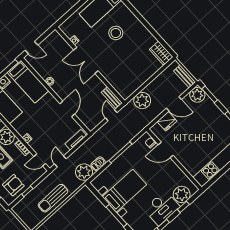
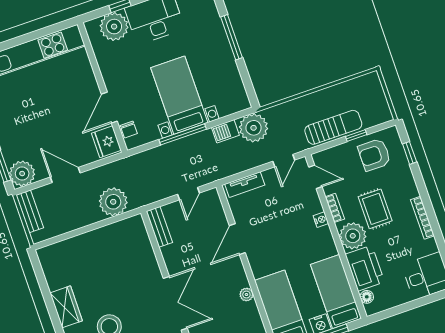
wardrobe: (161, 53) -> (66, 307), moved
door: (111, 115) -> (189, 194), moved
fridge: (167, 121) -> (106, 142), moved, turned -90
door: (166, 150) -> (109, 108), swing flipped
bed with nightstands: (125, 191) -> (179, 95), moved, turned 90
sun lounger: (53, 198) -> (333, 127), moved

